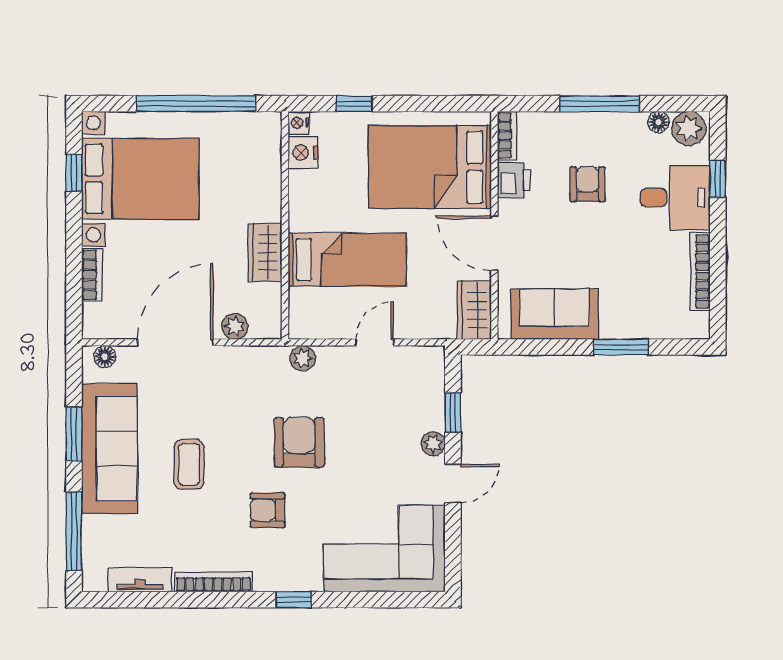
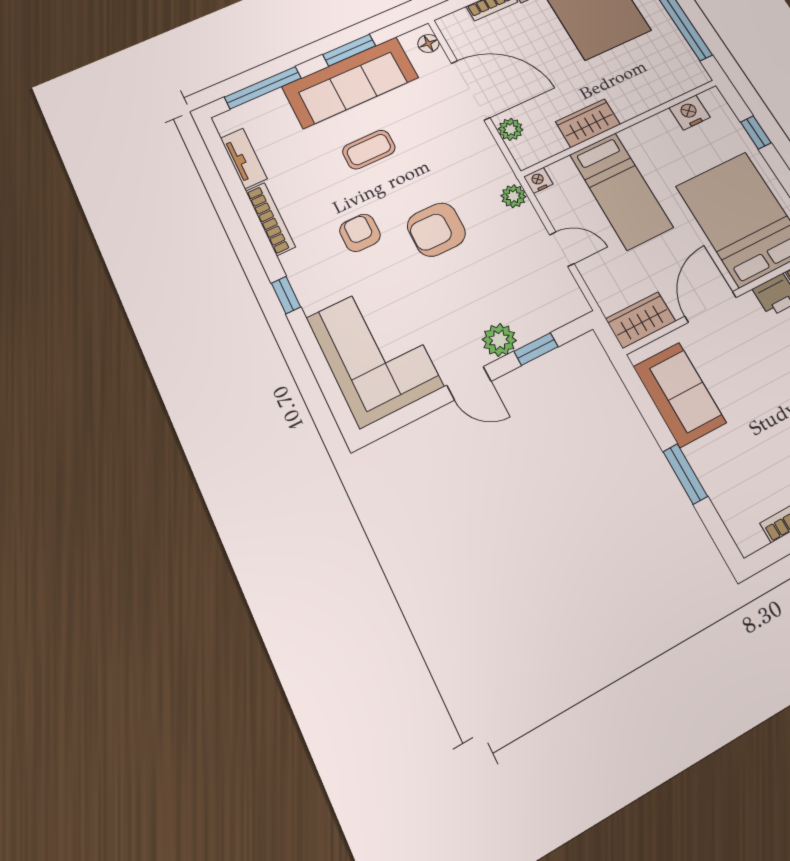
nightstand: (299, 123) -> (538, 180), moved
armchair: (299, 442) -> (436, 230), turned 180
plant: (433, 444) -> (499, 340), width x1.38, depth x1.38

